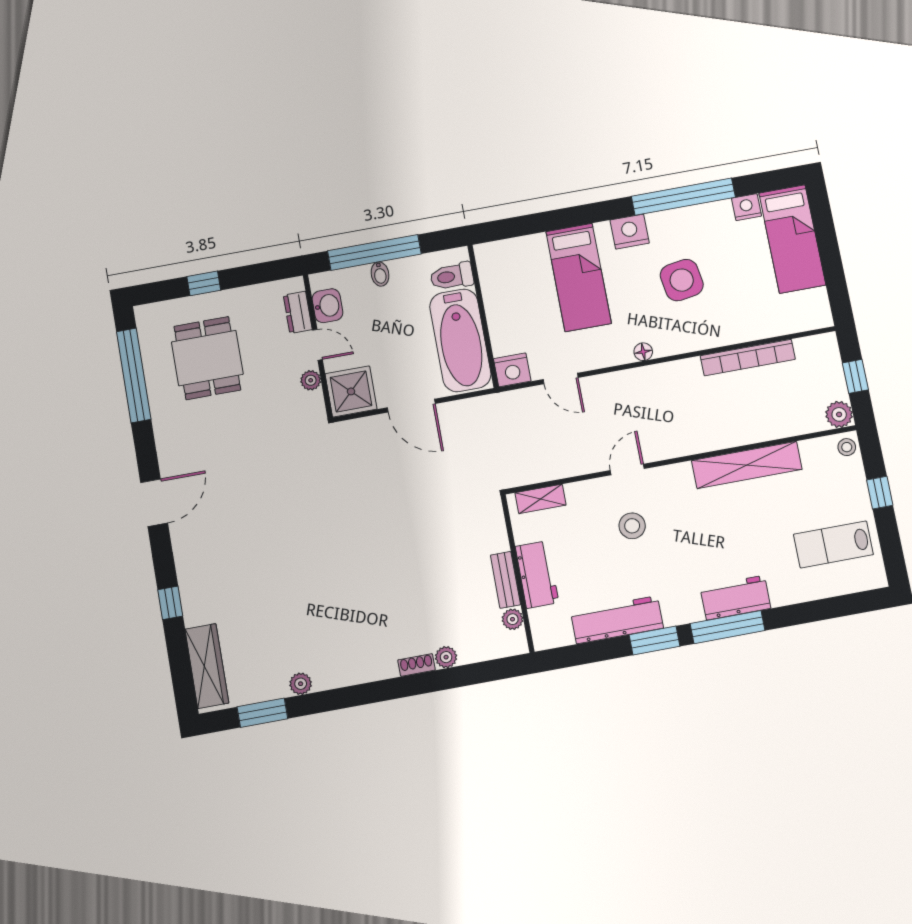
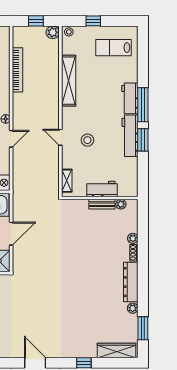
door: (561, 378) -> (11, 139), moved
lab bench: (833, 544) -> (114, 48), turned 90
workbench: (617, 620) -> (130, 136), moved
dresser: (354, 670) -> (131, 282), added

